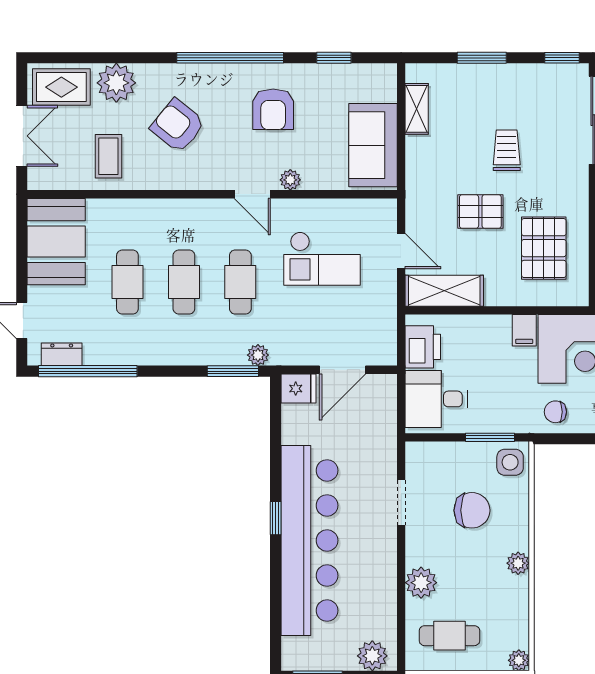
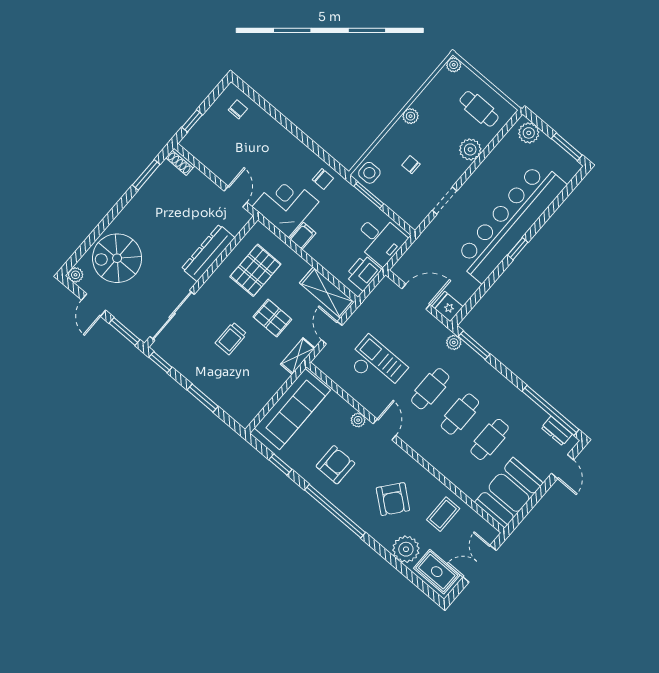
shelving: (417, 109) -> (298, 356), moved
sofa: (373, 145) -> (292, 409), width x1.36
chair: (472, 510) -> (411, 165), width x0.54, depth x0.54

